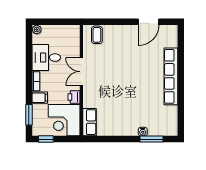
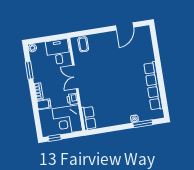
desk: (46, 58) -> (58, 52), moved, turned 90
row of seats: (171, 76) -> (153, 86), moved
window: (29, 115) -> (29, 70), moved

